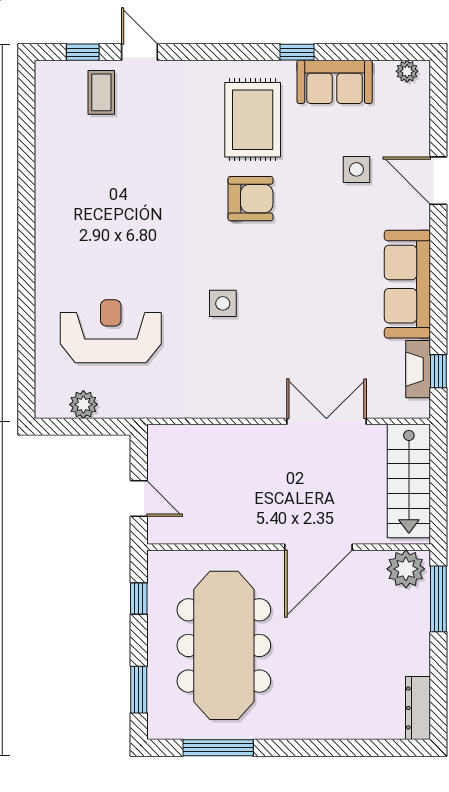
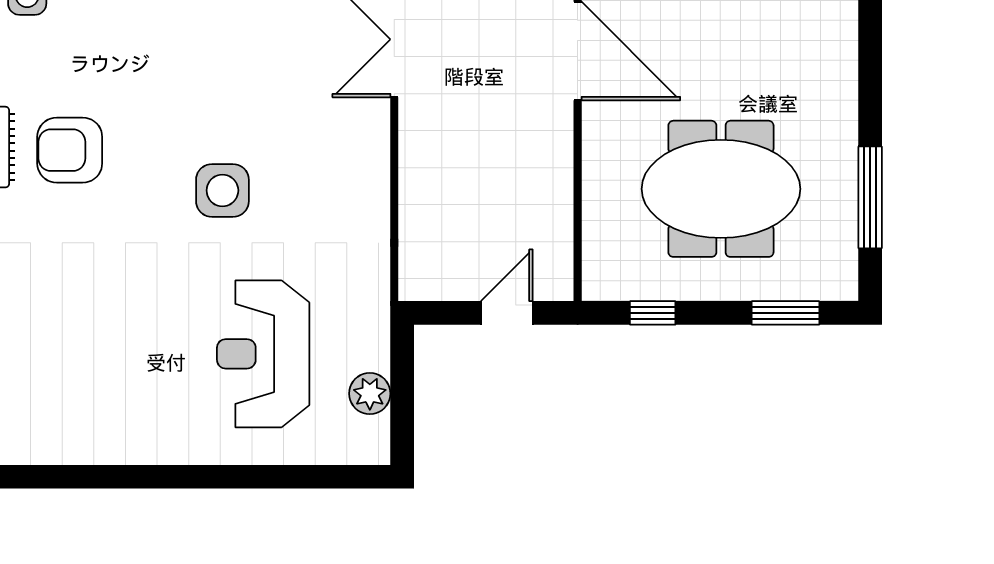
armchair: (250, 199) -> (70, 150), turned -90
side table: (223, 303) -> (222, 190), width x1.37, depth x1.37
meeting table: (224, 645) -> (721, 189), width x0.73

